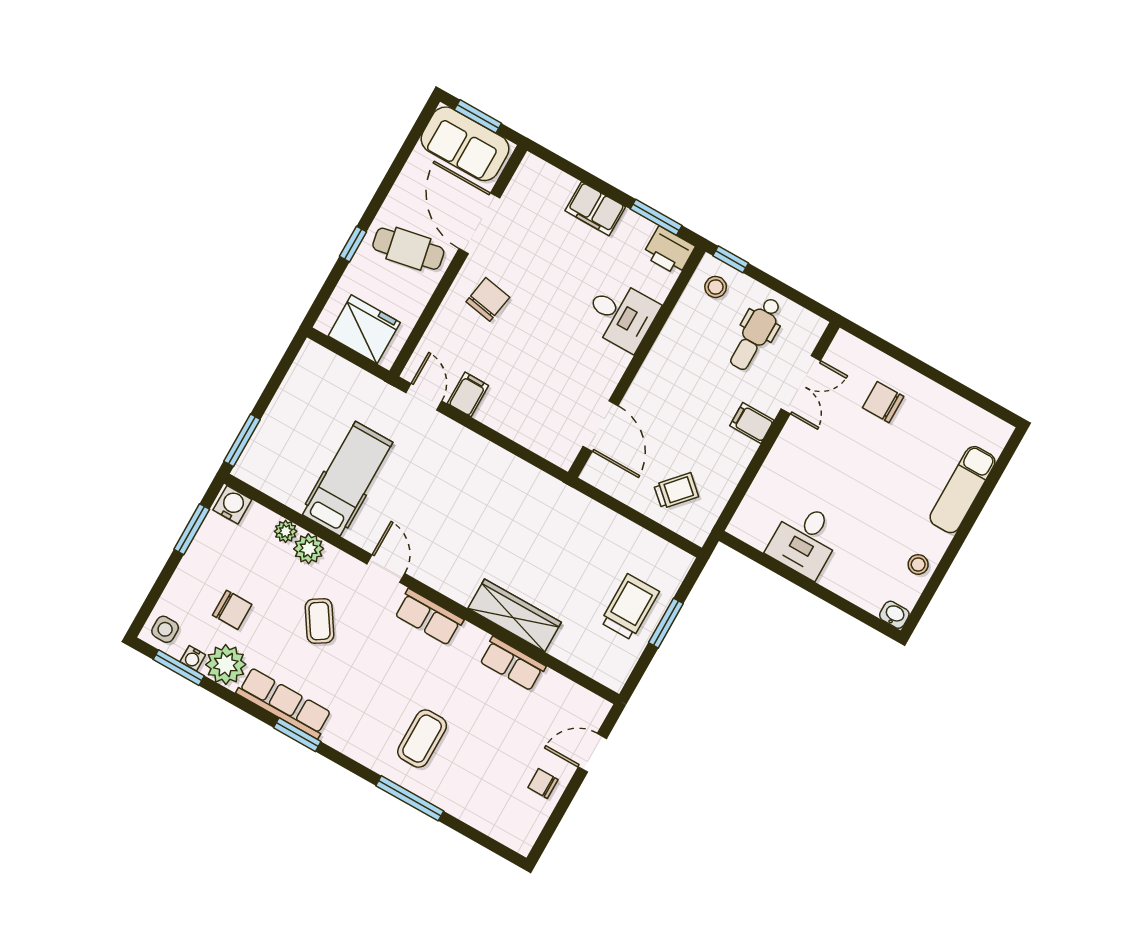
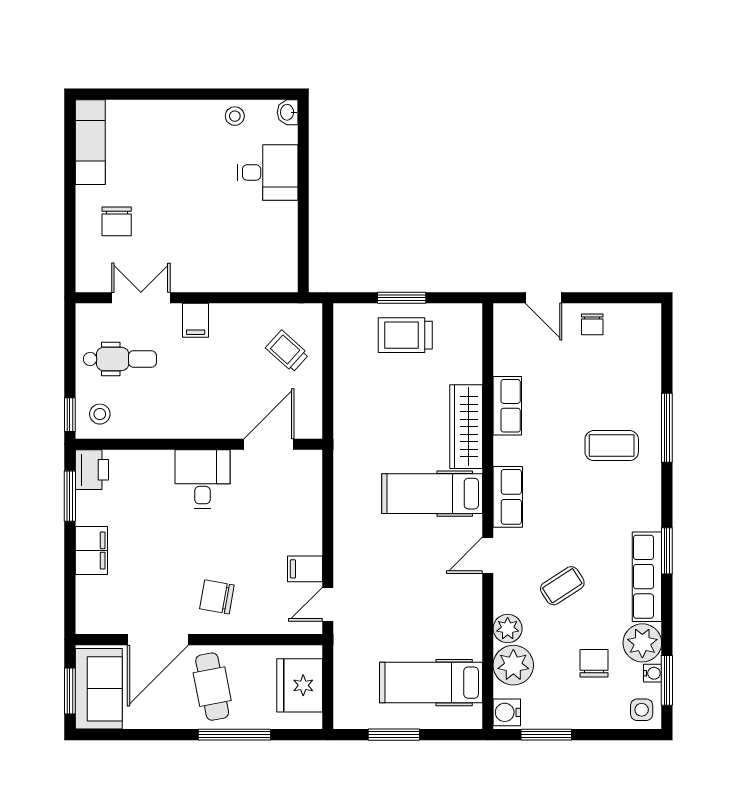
window: (353, 244) -> (234, 735), width x2.17
desk: (621, 315) -> (202, 479), moved
window: (242, 440) -> (394, 735), moved
hospital bed: (348, 479) -> (431, 683), moved
exam couch: (962, 490) -> (90, 142), moved, turned -90
plant: (286, 531) -> (513, 665), width x1.88, depth x1.88
desk: (805, 540) -> (268, 172), moved
hospital bed: (471, 550) -> (432, 494), added

